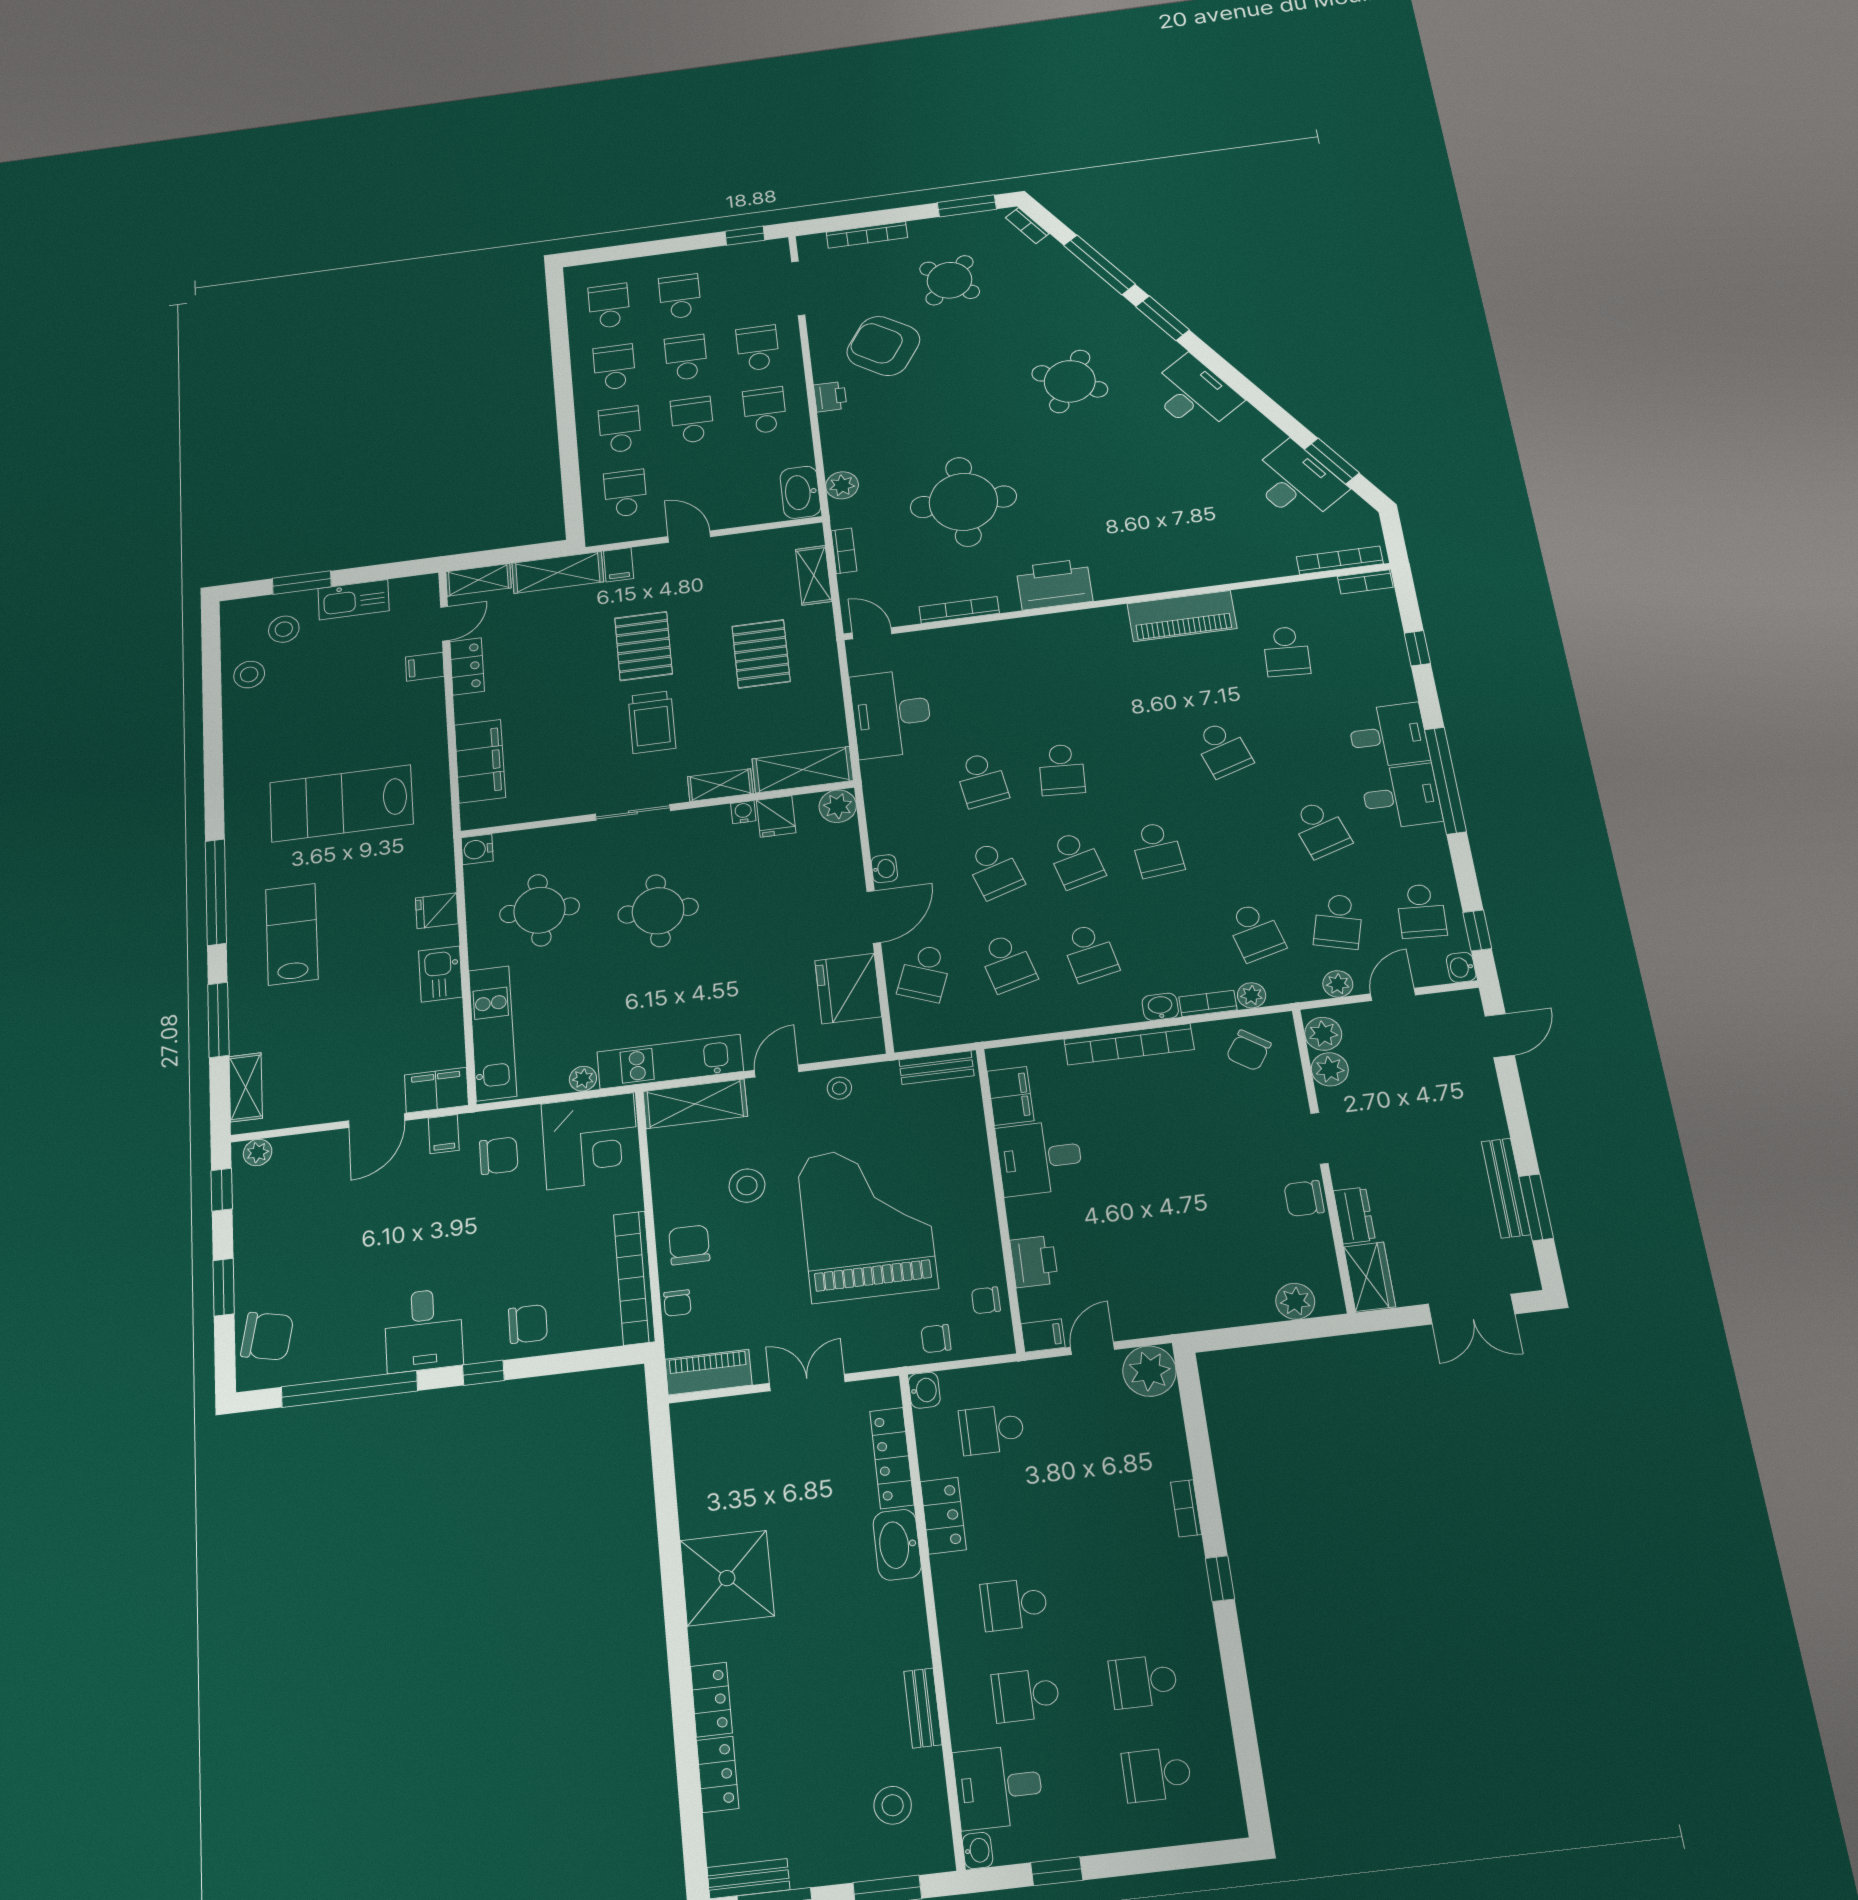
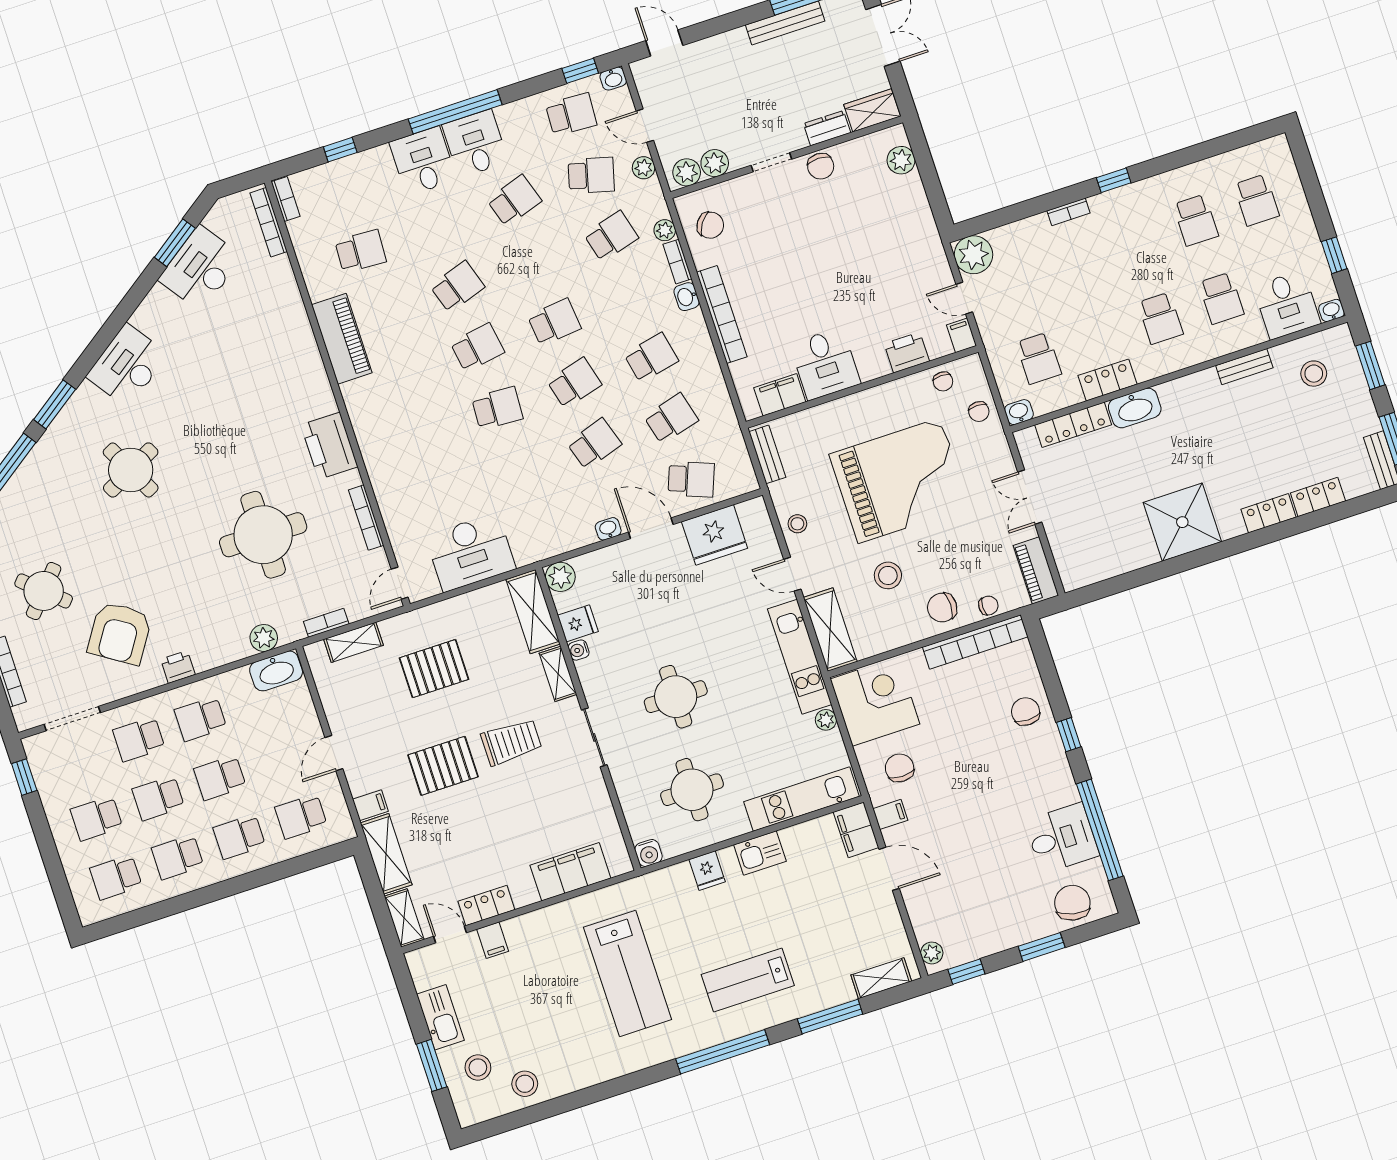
round table: (1070, 381) -> (131, 470), turned 35
school desk: (982, 780) -> (477, 347), moved
grand piano: (867, 1222) -> (899, 481), turned 180
desk: (424, 1330) -> (1062, 838), moved

